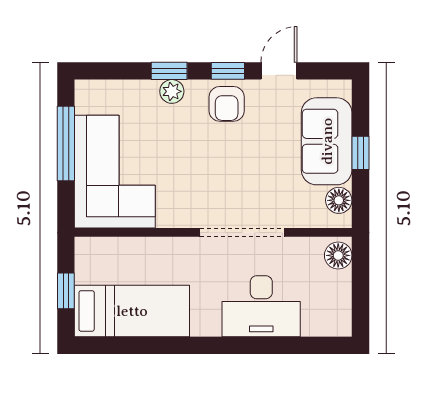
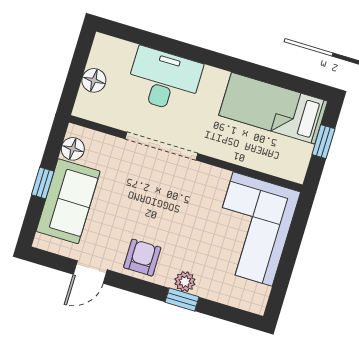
window: (228, 71) -> (133, 285), removed
window: (66, 143) -> (286, 265), removed
floor lamp: (338, 255) -> (94, 80), moved

